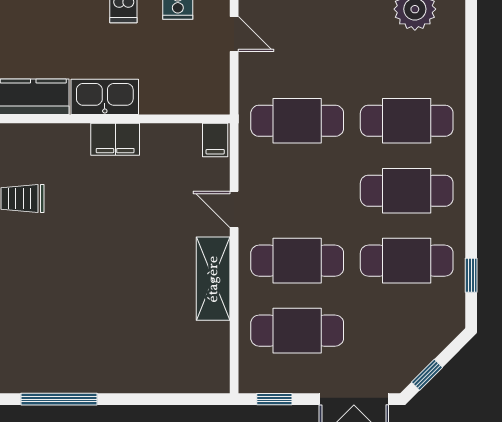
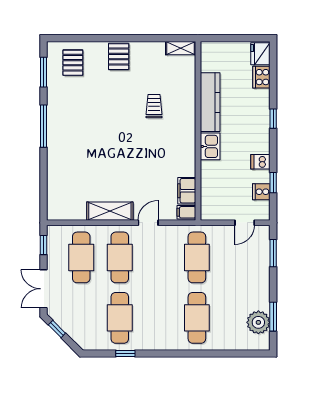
kitchen sink: (105, 97) -> (210, 146), width x0.73
filing cabinet: (115, 139) -> (187, 191), moved
cafe table: (407, 191) -> (158, 318), removed
window: (471, 275) -> (125, 353), moved

